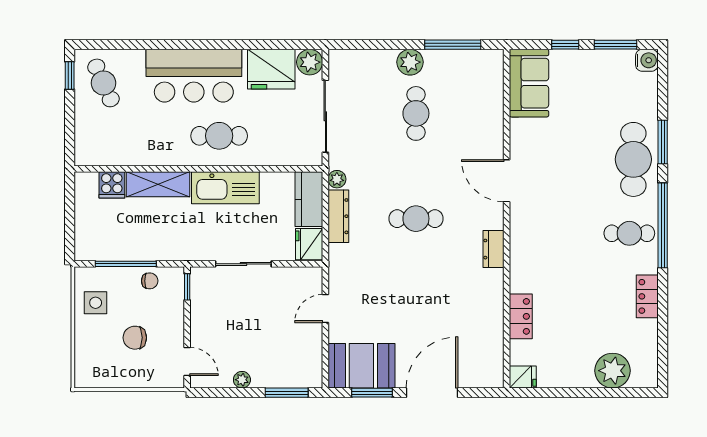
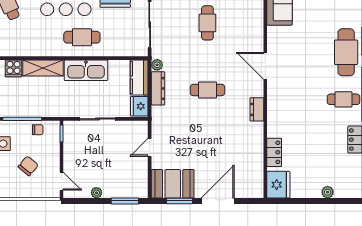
chair: (135, 338) -> (28, 166), turned 130
plant: (613, 371) -> (328, 192), width x0.53, depth x0.53
fridge: (523, 377) -> (278, 185), width x1.88, depth x1.34

